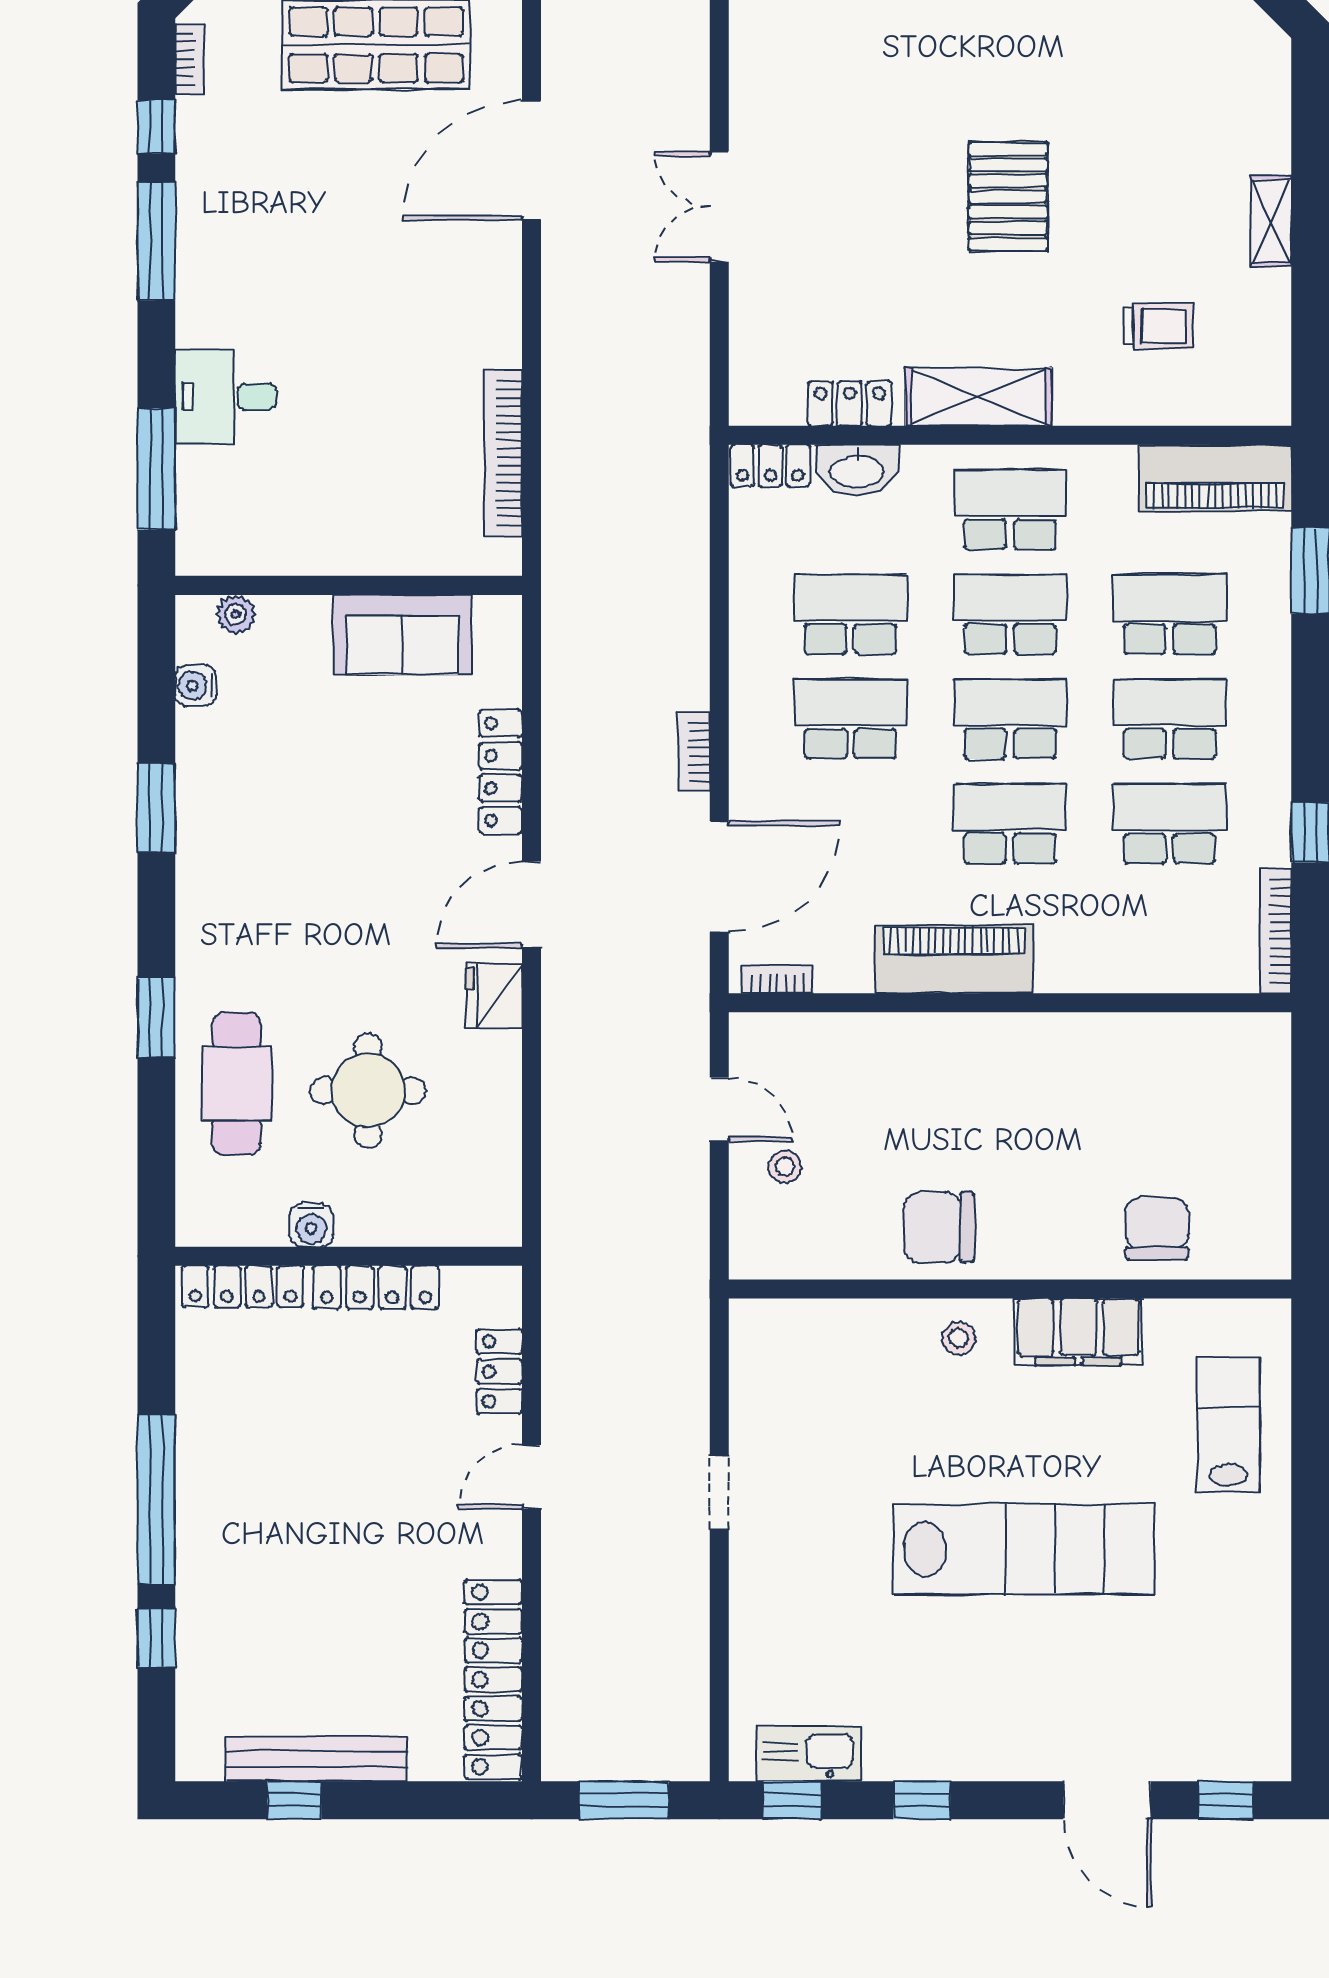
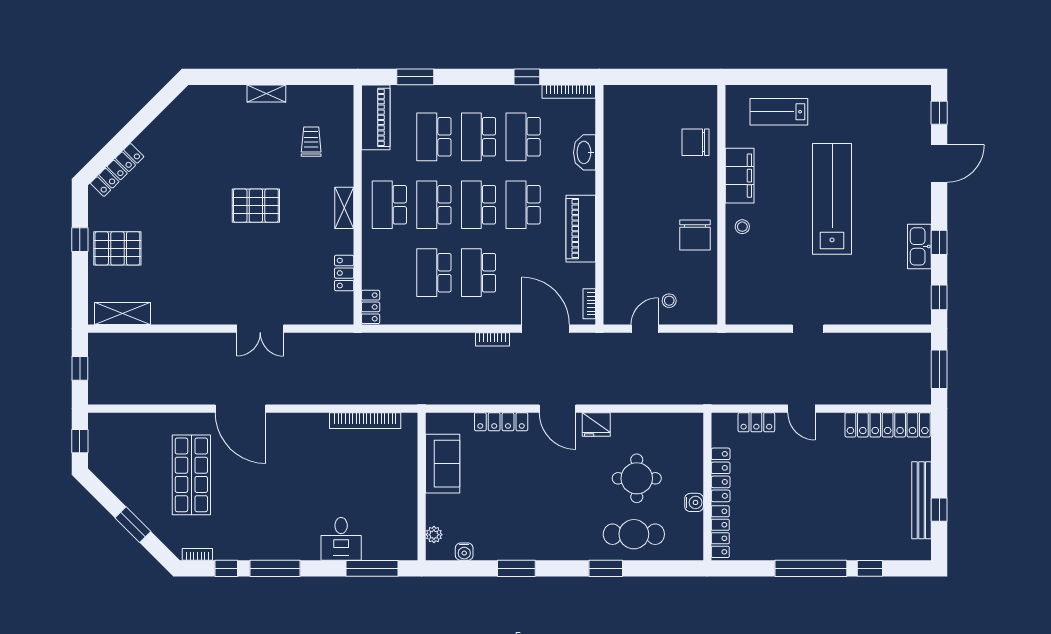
shelving: (979, 397) -> (344, 208), width x0.67, depth x0.75
washbasin: (857, 470) -> (585, 152), moved, turned 180
kitchen sink: (809, 1754) -> (919, 246), moved

